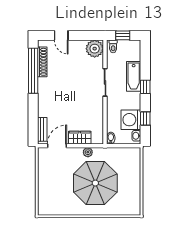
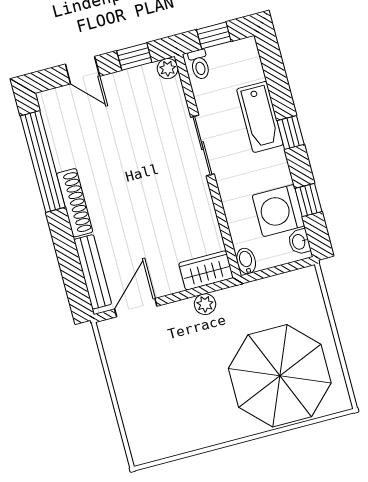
window: (86, 35) -> (134, 56), added
plant: (95, 49) -> (168, 69), width x0.53, depth x0.53
shoe rack: (42, 62) -> (75, 203), moved
bench: (42, 129) -> (93, 272), width x1.36
wardrobe: (80, 138) -> (206, 270), moved
parasol: (95, 183) -> (280, 376), moved

